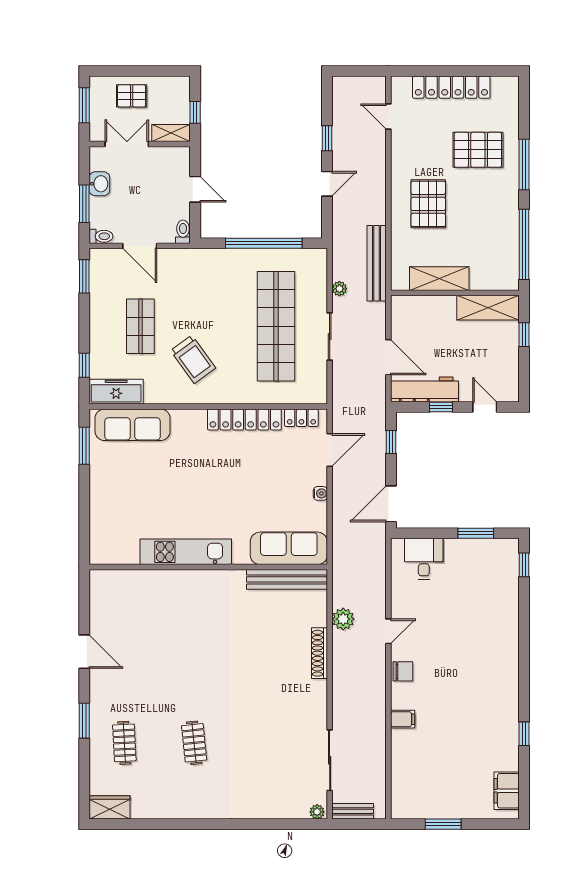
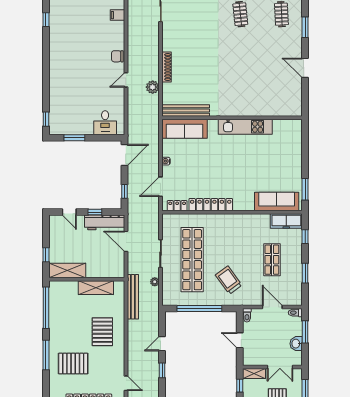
window: (84, 276) -> (305, 273), moved
trolley: (193, 359) -> (229, 280), moved
filing cabinet: (403, 719) -> (117, 15), moved

